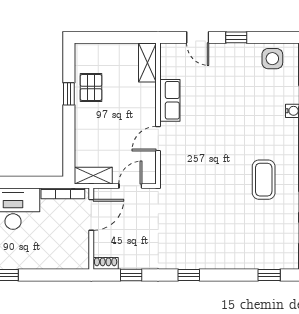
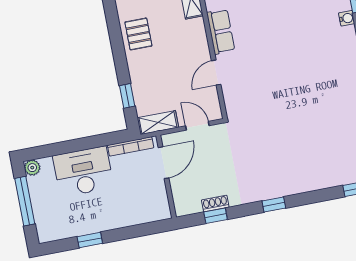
window: (69, 94) -> (127, 96), moved
coffee table: (264, 180) -> (331, 93), removed
door: (130, 186) -> (197, 126), hinge flipped
shoe rack: (106, 263) -> (215, 204), moved

